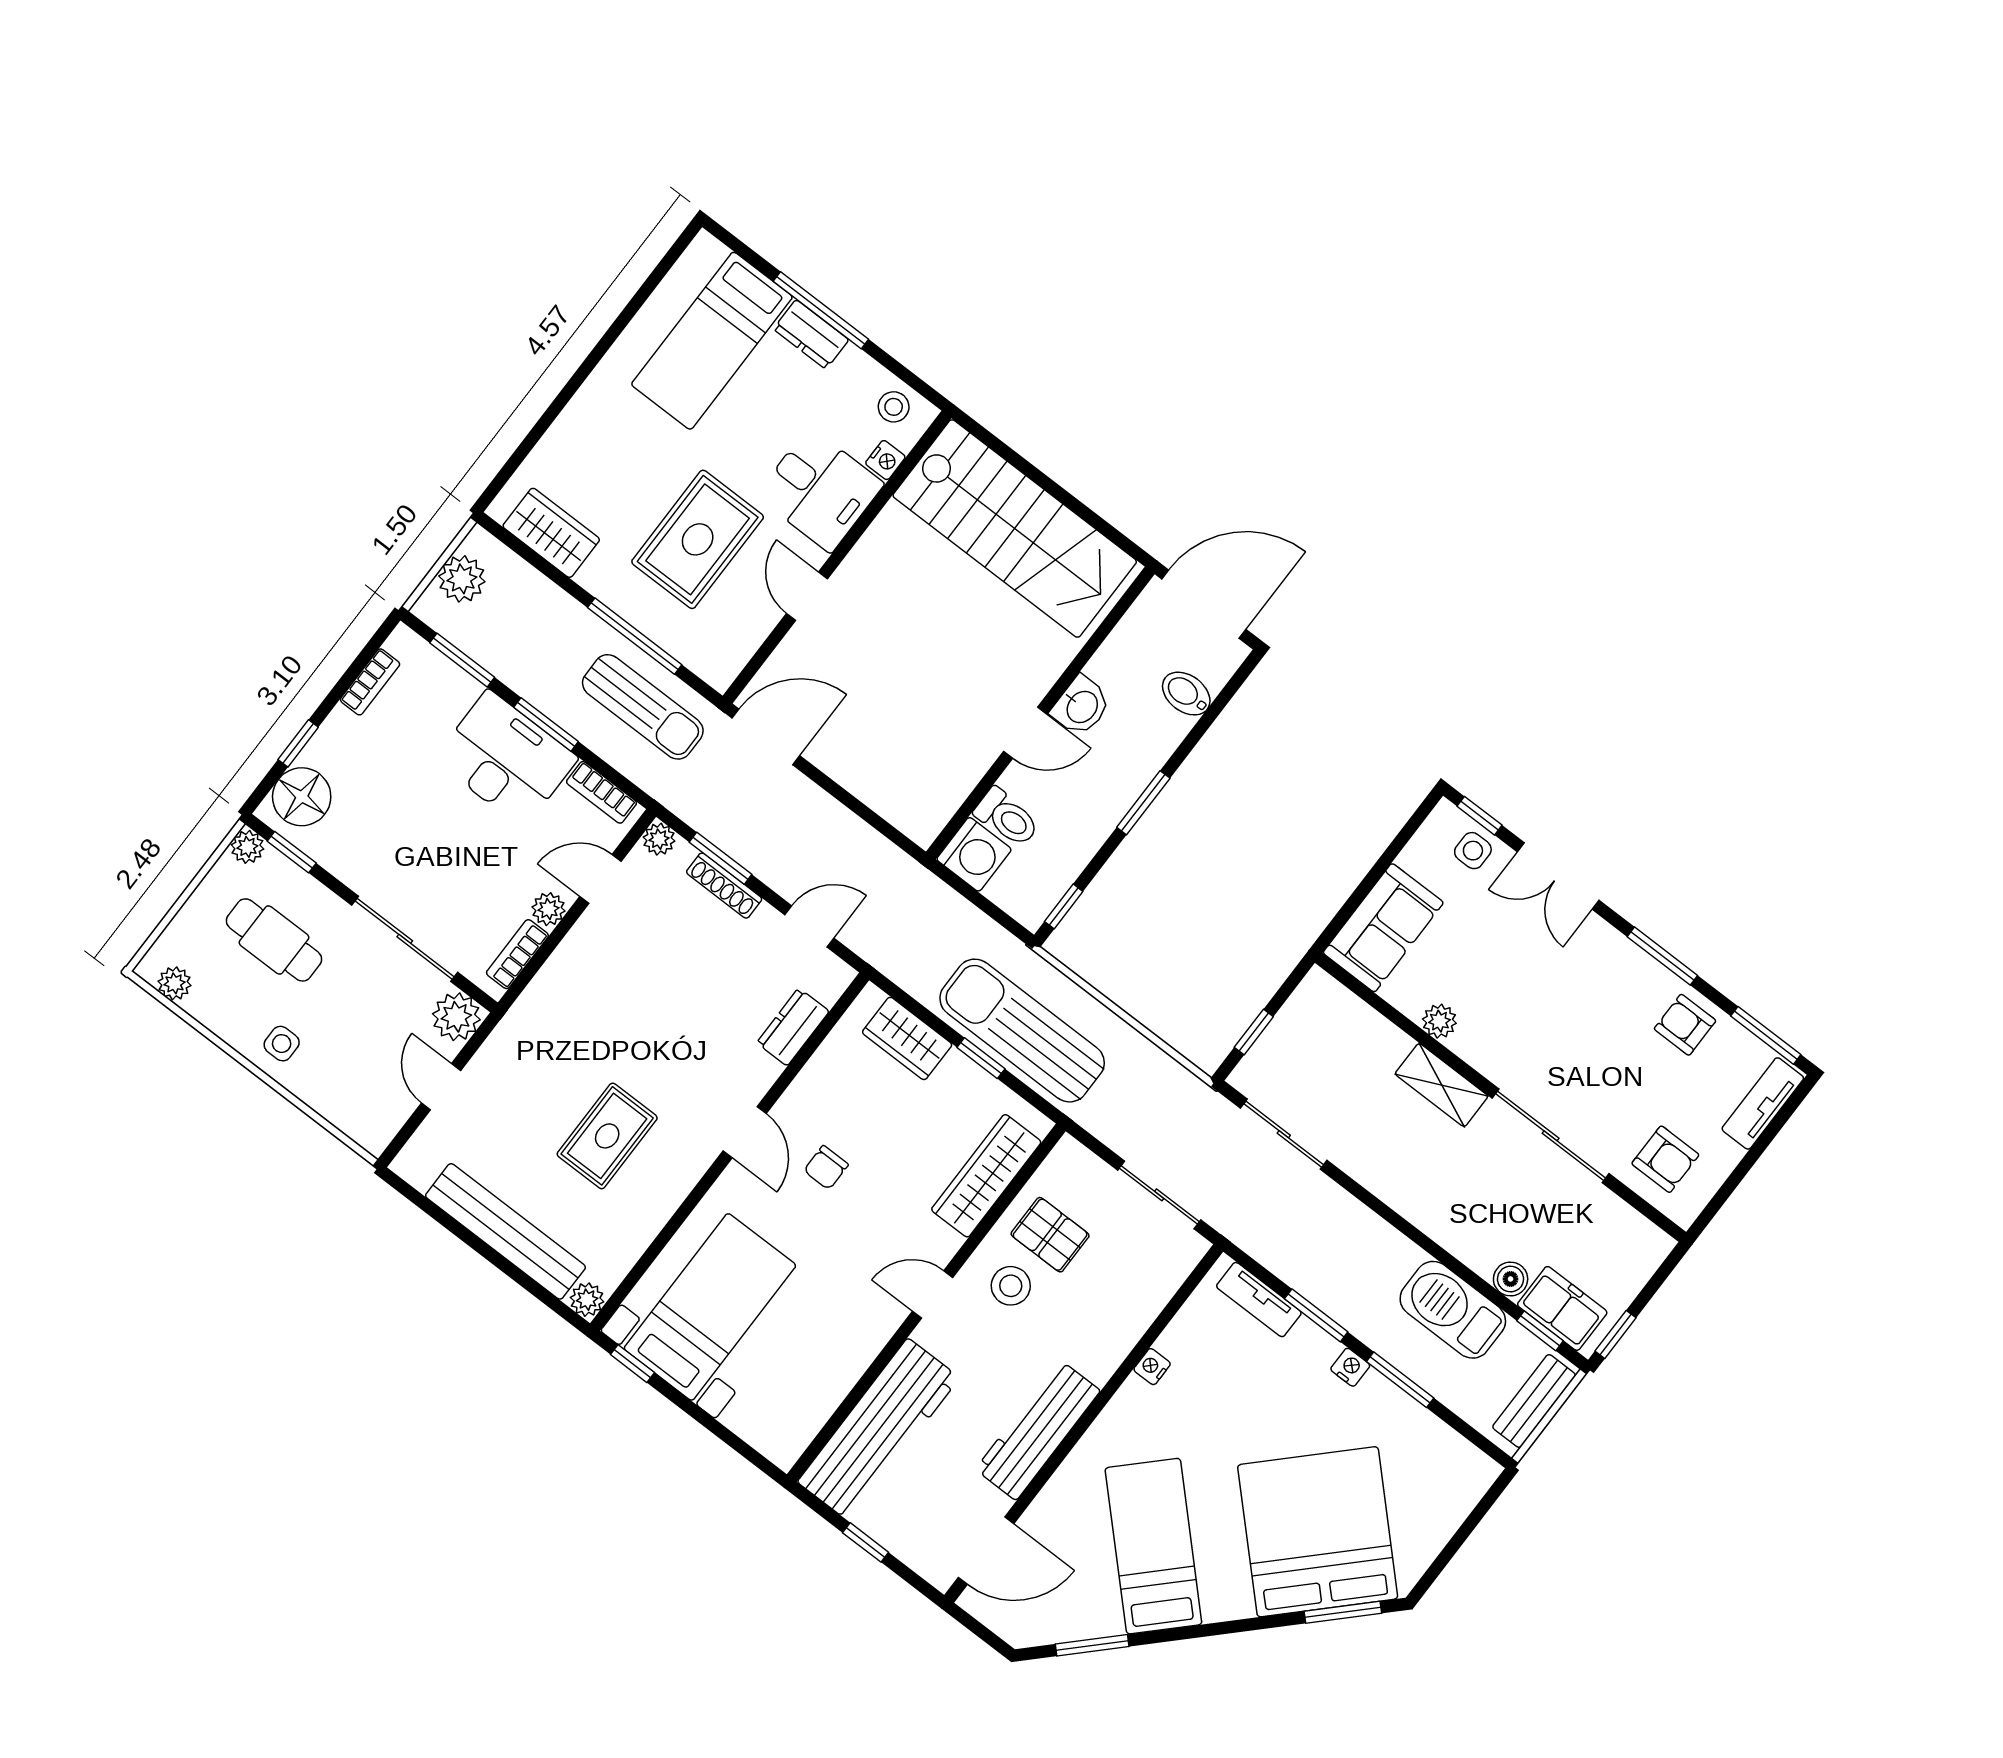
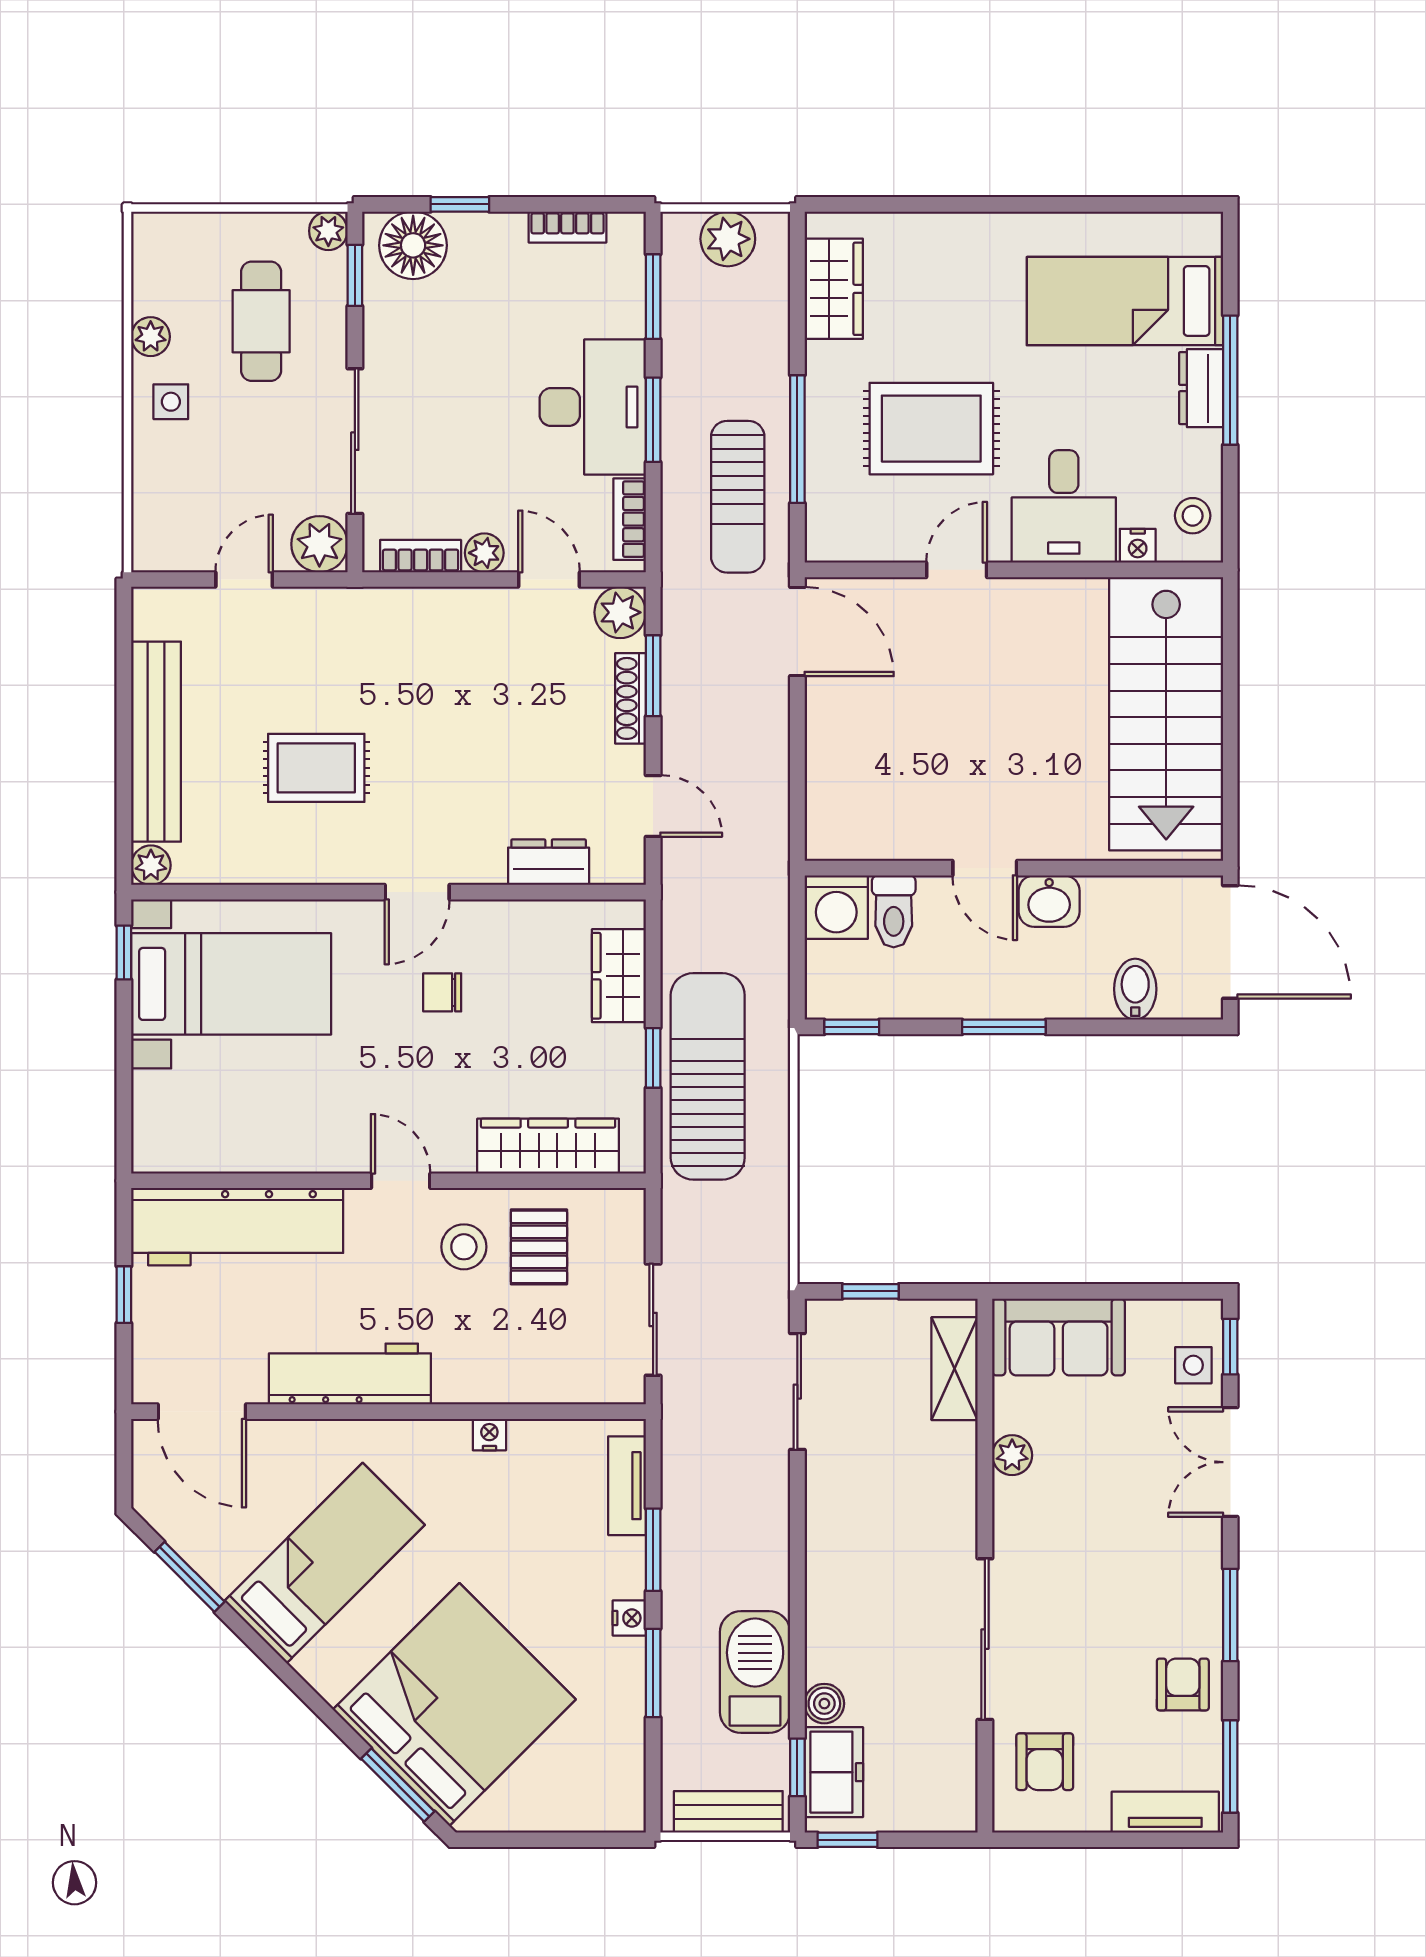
plant: (659, 839) -> (620, 612), width x1.38, depth x1.38
plant: (174, 983) -> (151, 337), moved
shelving: (1442, 1085) -> (955, 1369), moved

